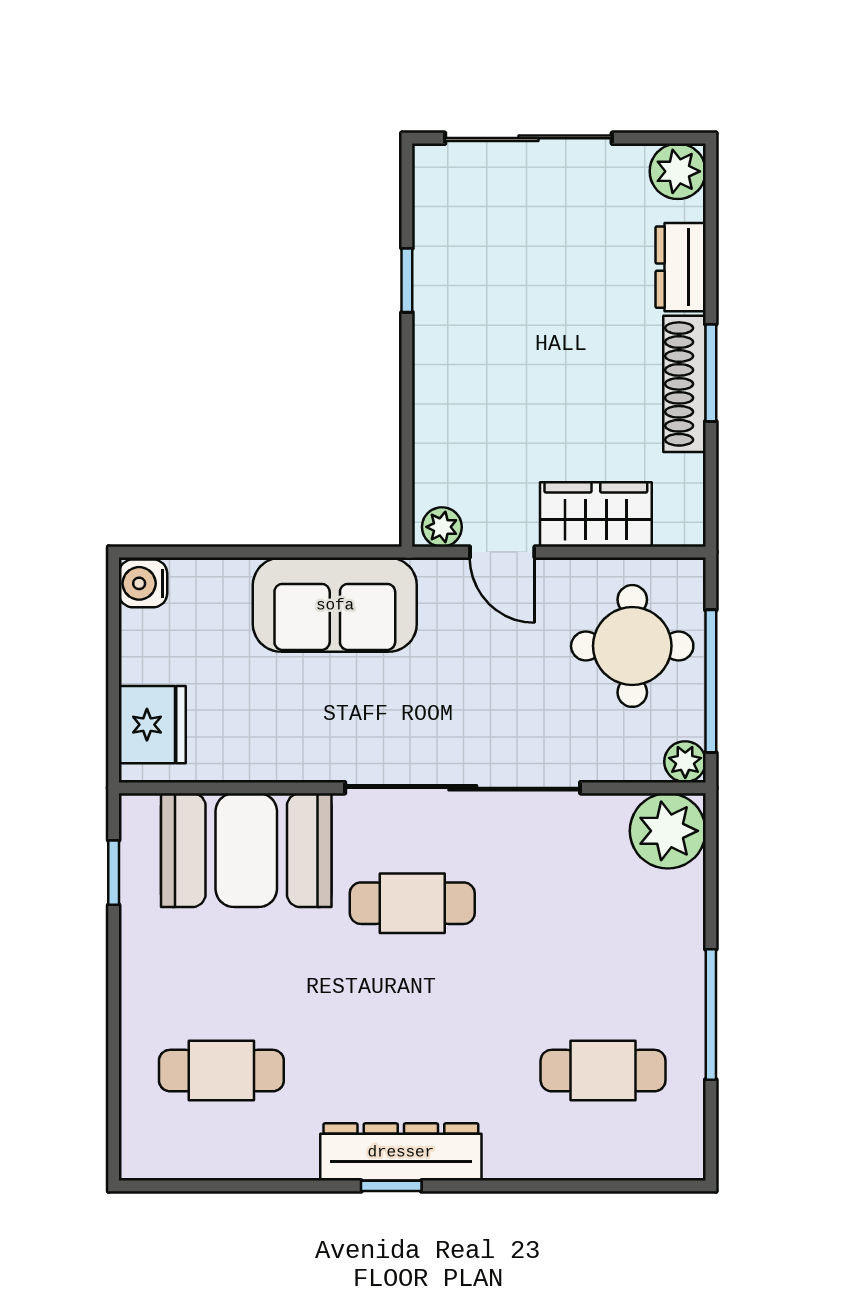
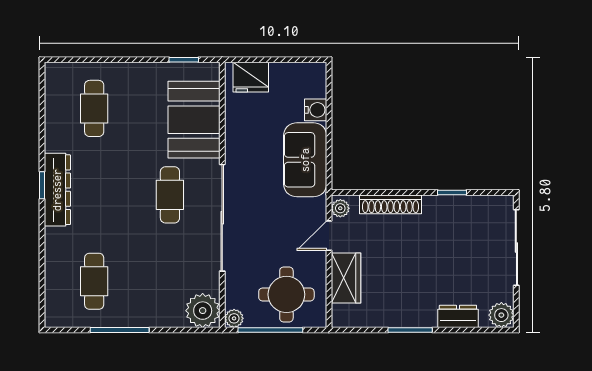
shoe rack: (685, 384) -> (391, 204), moved, turned 180
water cooler: (143, 583) -> (316, 110), moved, turned 90

